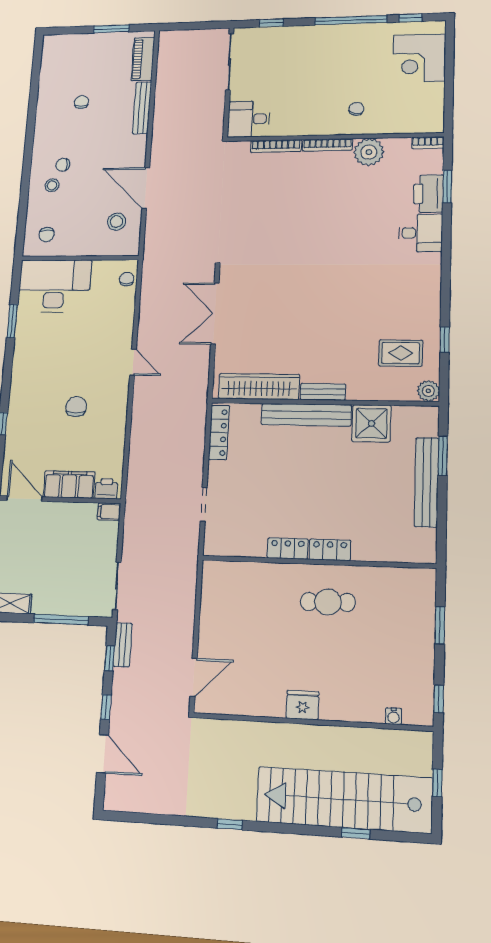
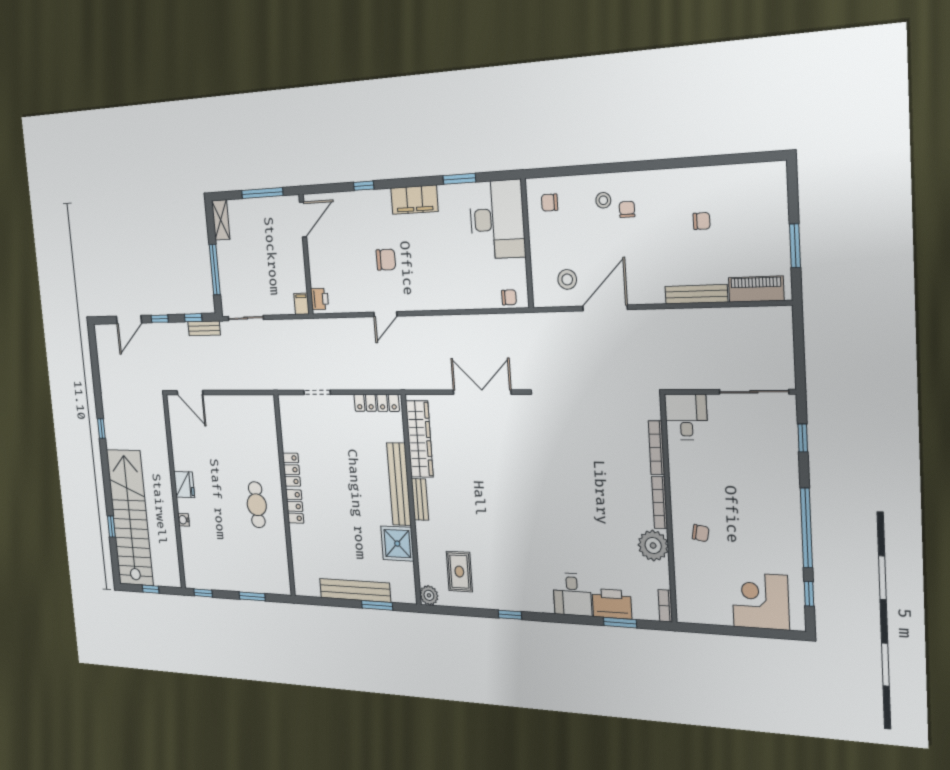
window: (445, 340) -> (510, 615), moved
door: (133, 362) -> (385, 314), moved
filing cabinet: (69, 485) -> (414, 200), moved, turned 90
water cooler: (394, 716) -> (184, 520), moved

